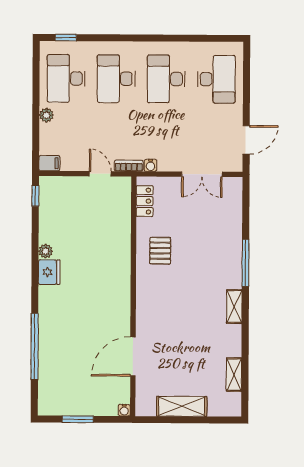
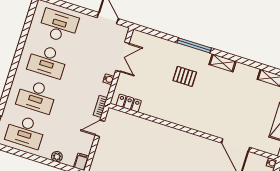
plant: (46, 115) -> (57, 157), moved
water cooler: (151, 165) -> (109, 79), moved
pallet: (160, 251) -> (185, 76), moved

